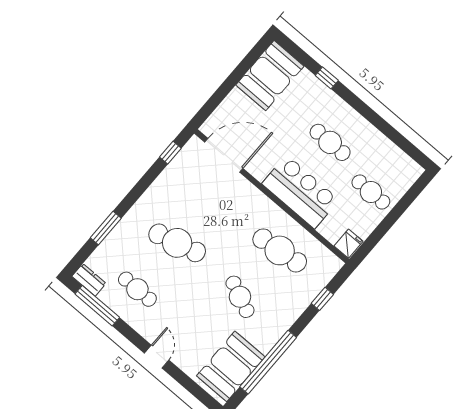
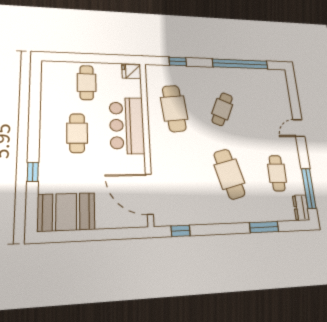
booth: (231, 366) -> (263, 82), removed

